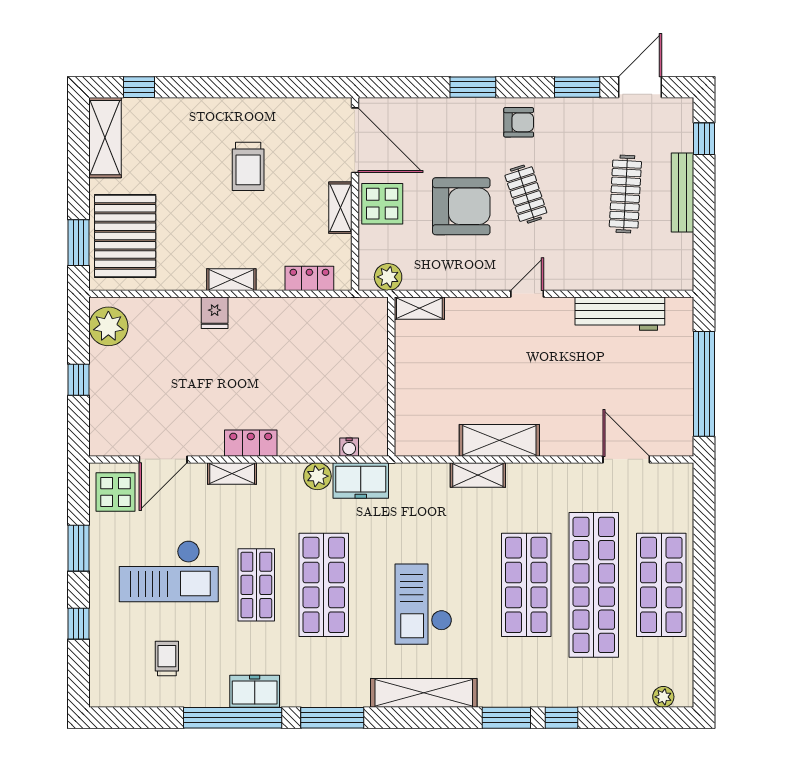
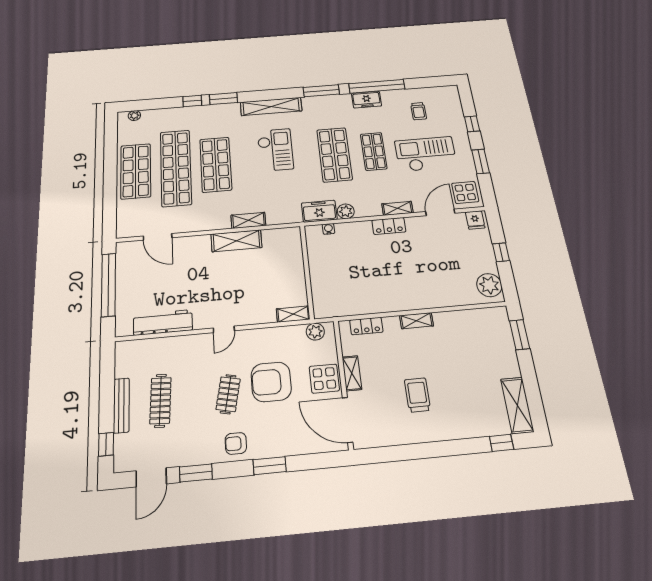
clothes rail: (526, 194) -> (228, 394), turned 30
pallet: (125, 236) -> (490, 342), removed
fridge: (215, 313) -> (475, 220), moved, turned 180

